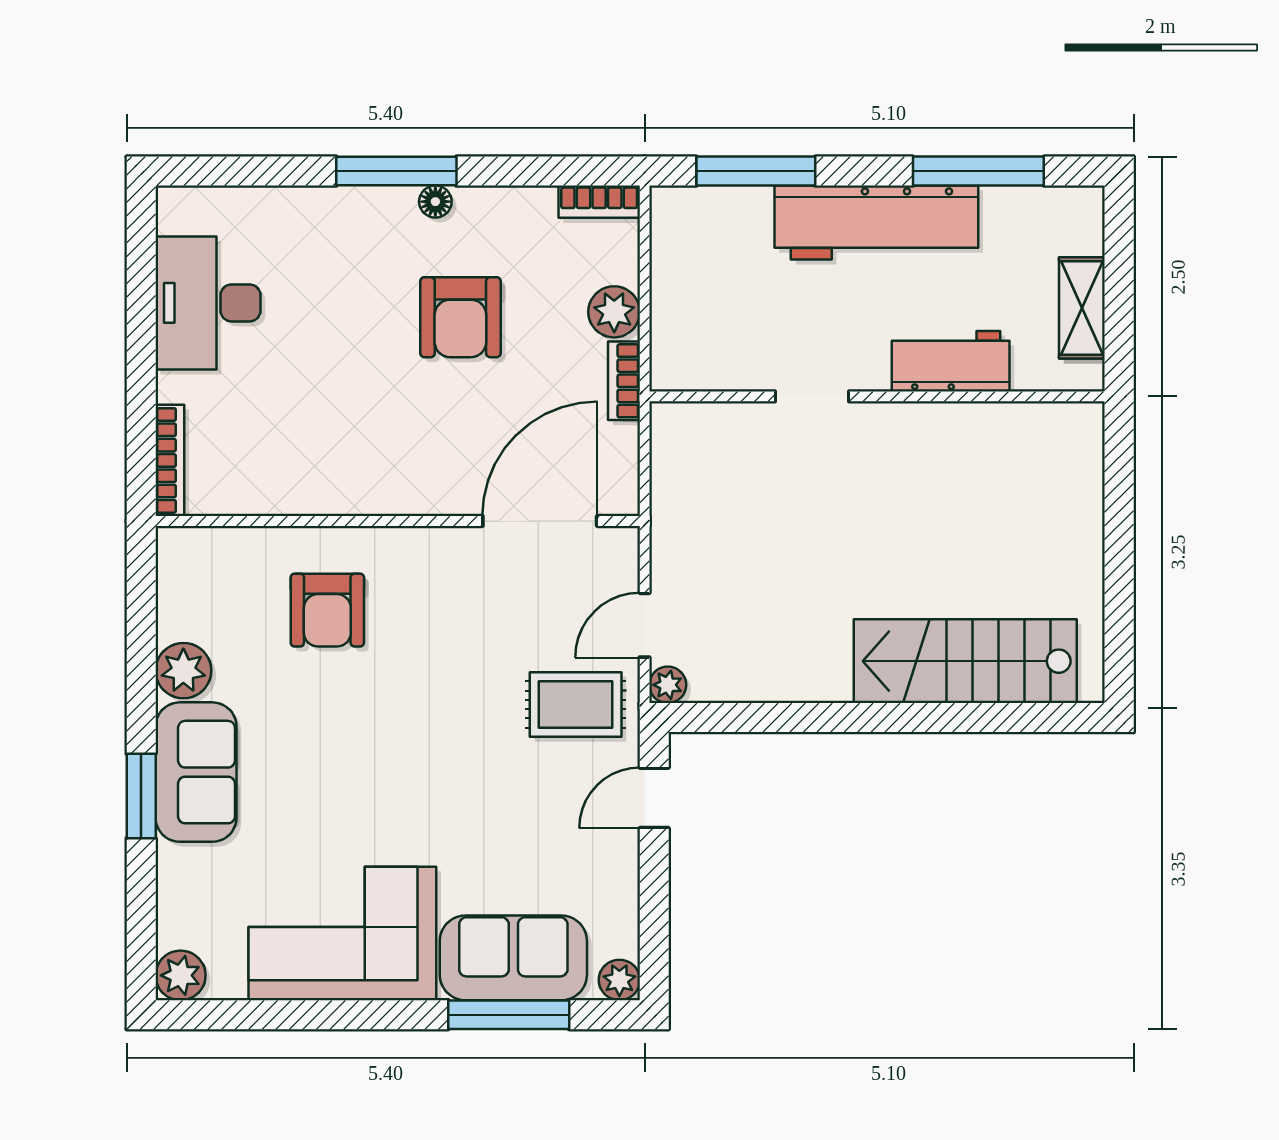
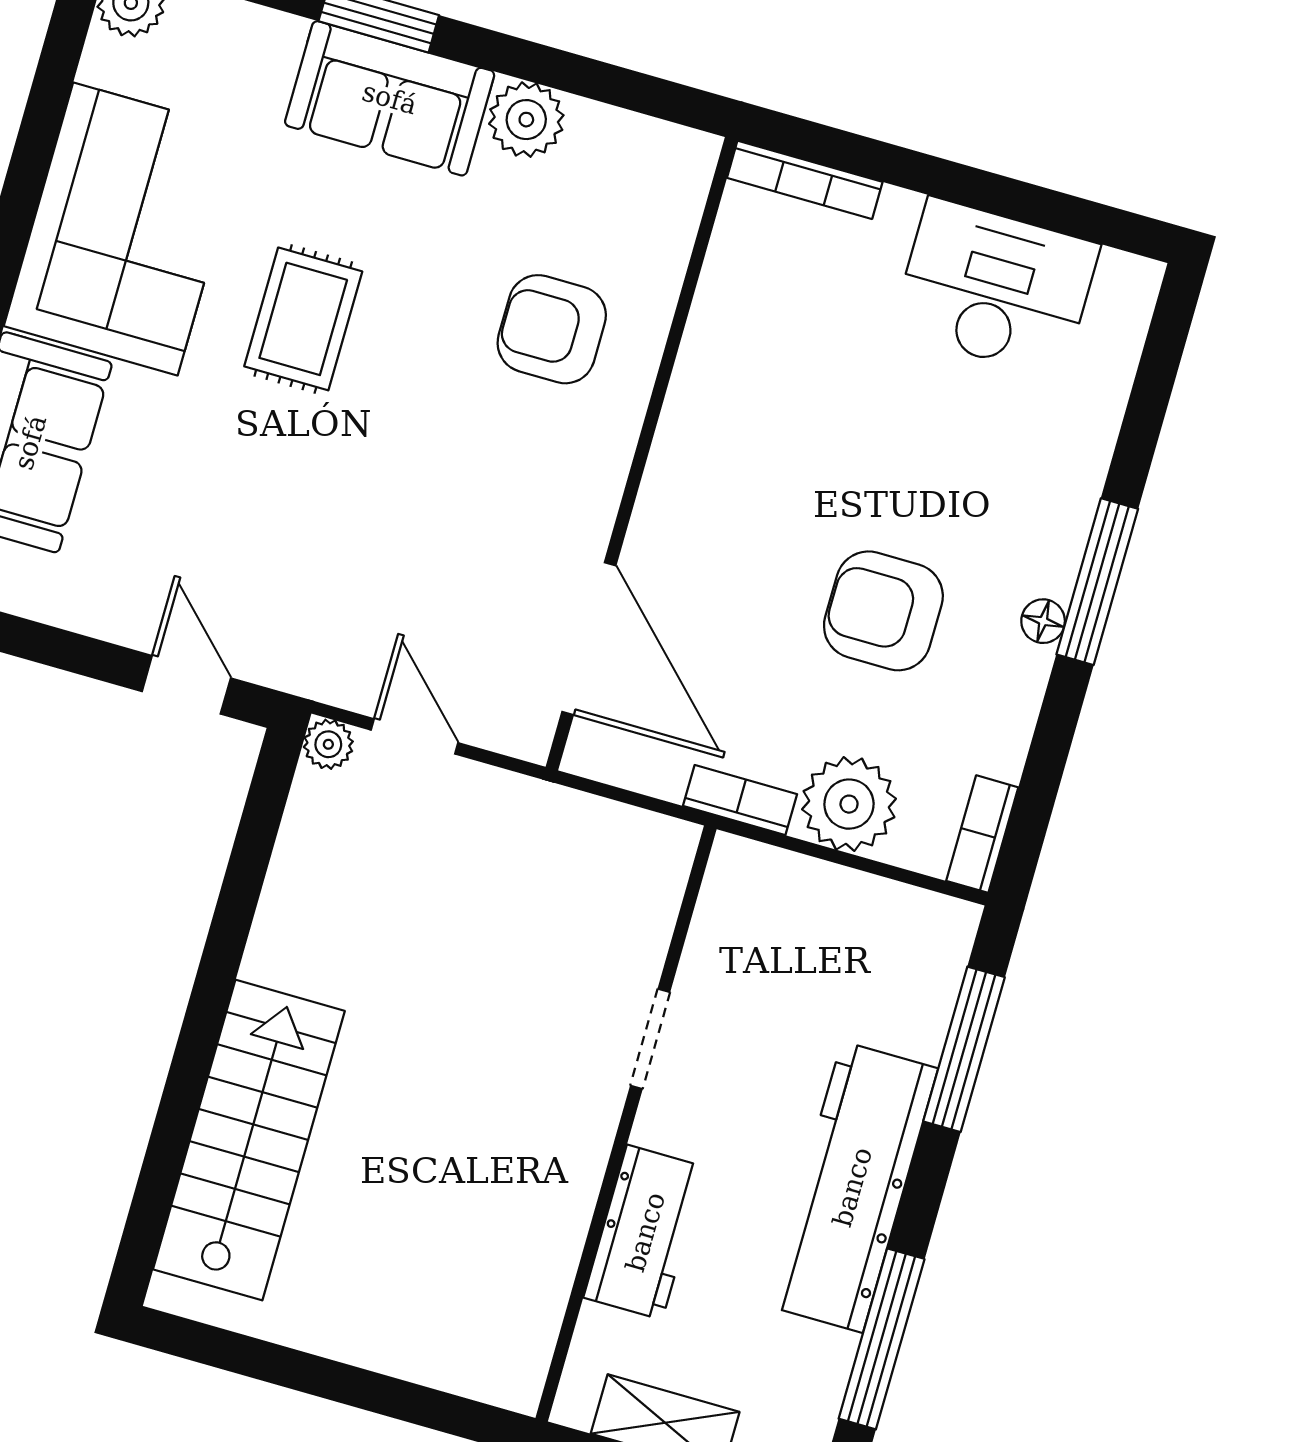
plant: (614, 312) -> (849, 804), width x1.36, depth x1.36
rug: (576, 705) -> (303, 319), moved

